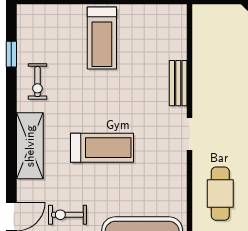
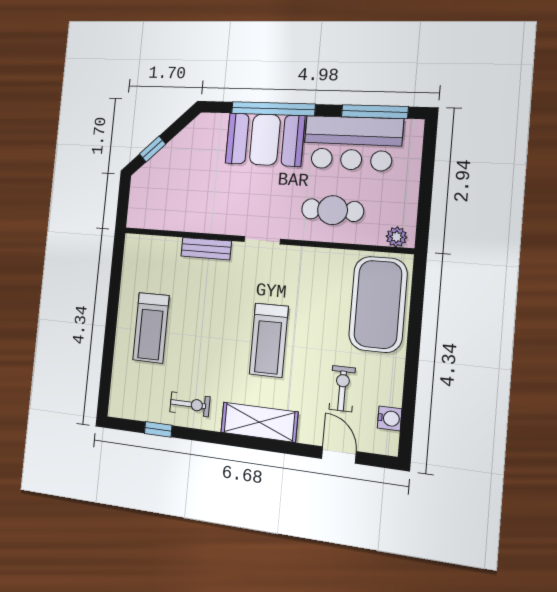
treadmill: (102, 38) -> (151, 328), turned 90
treadmill: (102, 148) -> (269, 340), turned 180
exercise bike: (68, 215) -> (342, 389), turned 180

